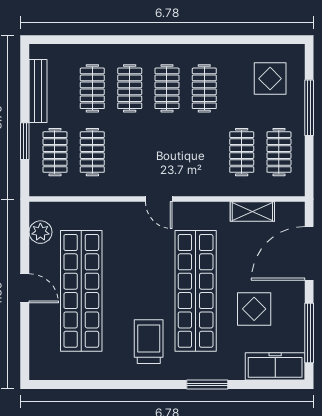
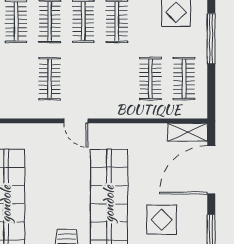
clothes rail: (92, 152) -> (50, 79), moved
shelving: (252, 212) -> (188, 132), moved

